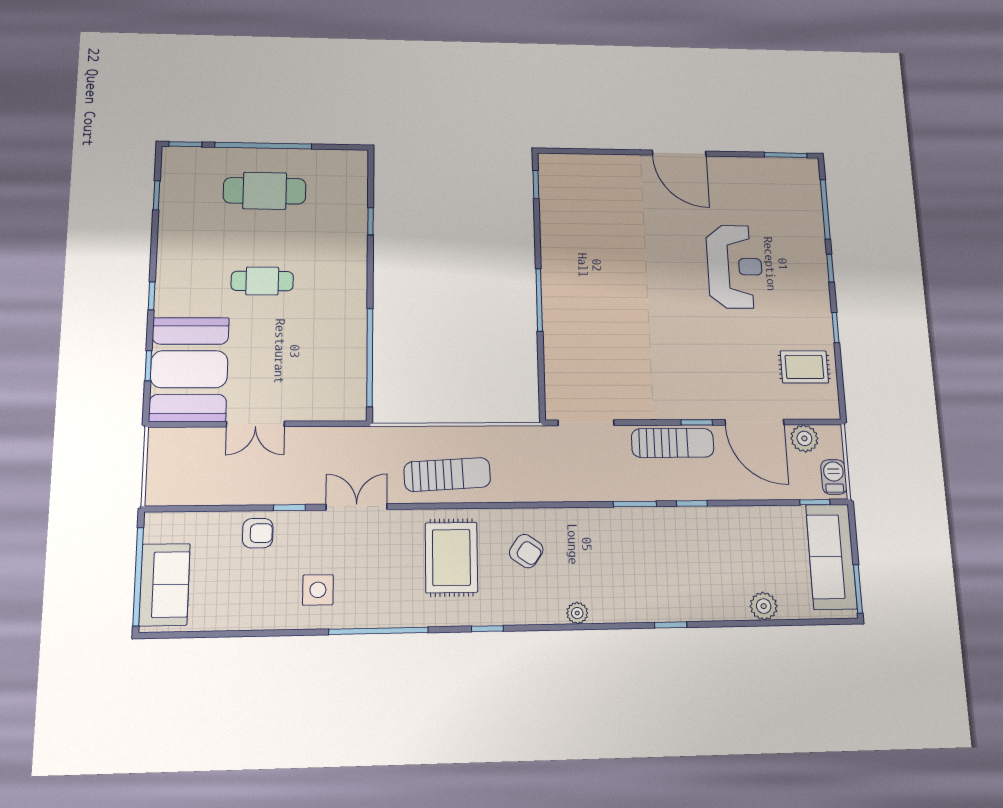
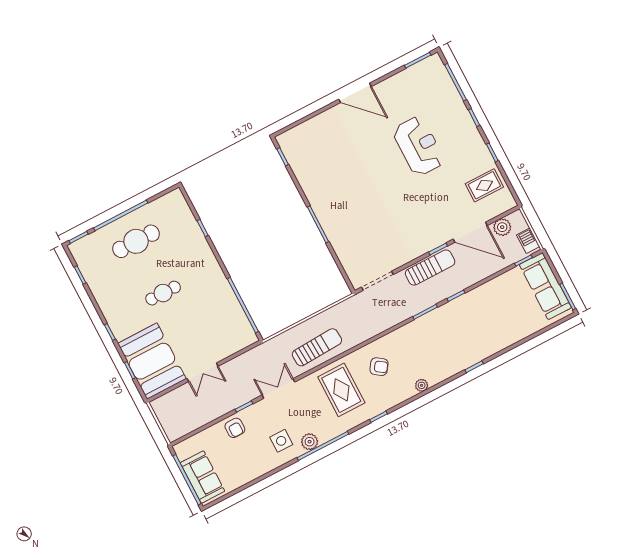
armchair: (258, 533) -> (235, 428), turned 90
plant: (764, 606) -> (310, 442), moved

